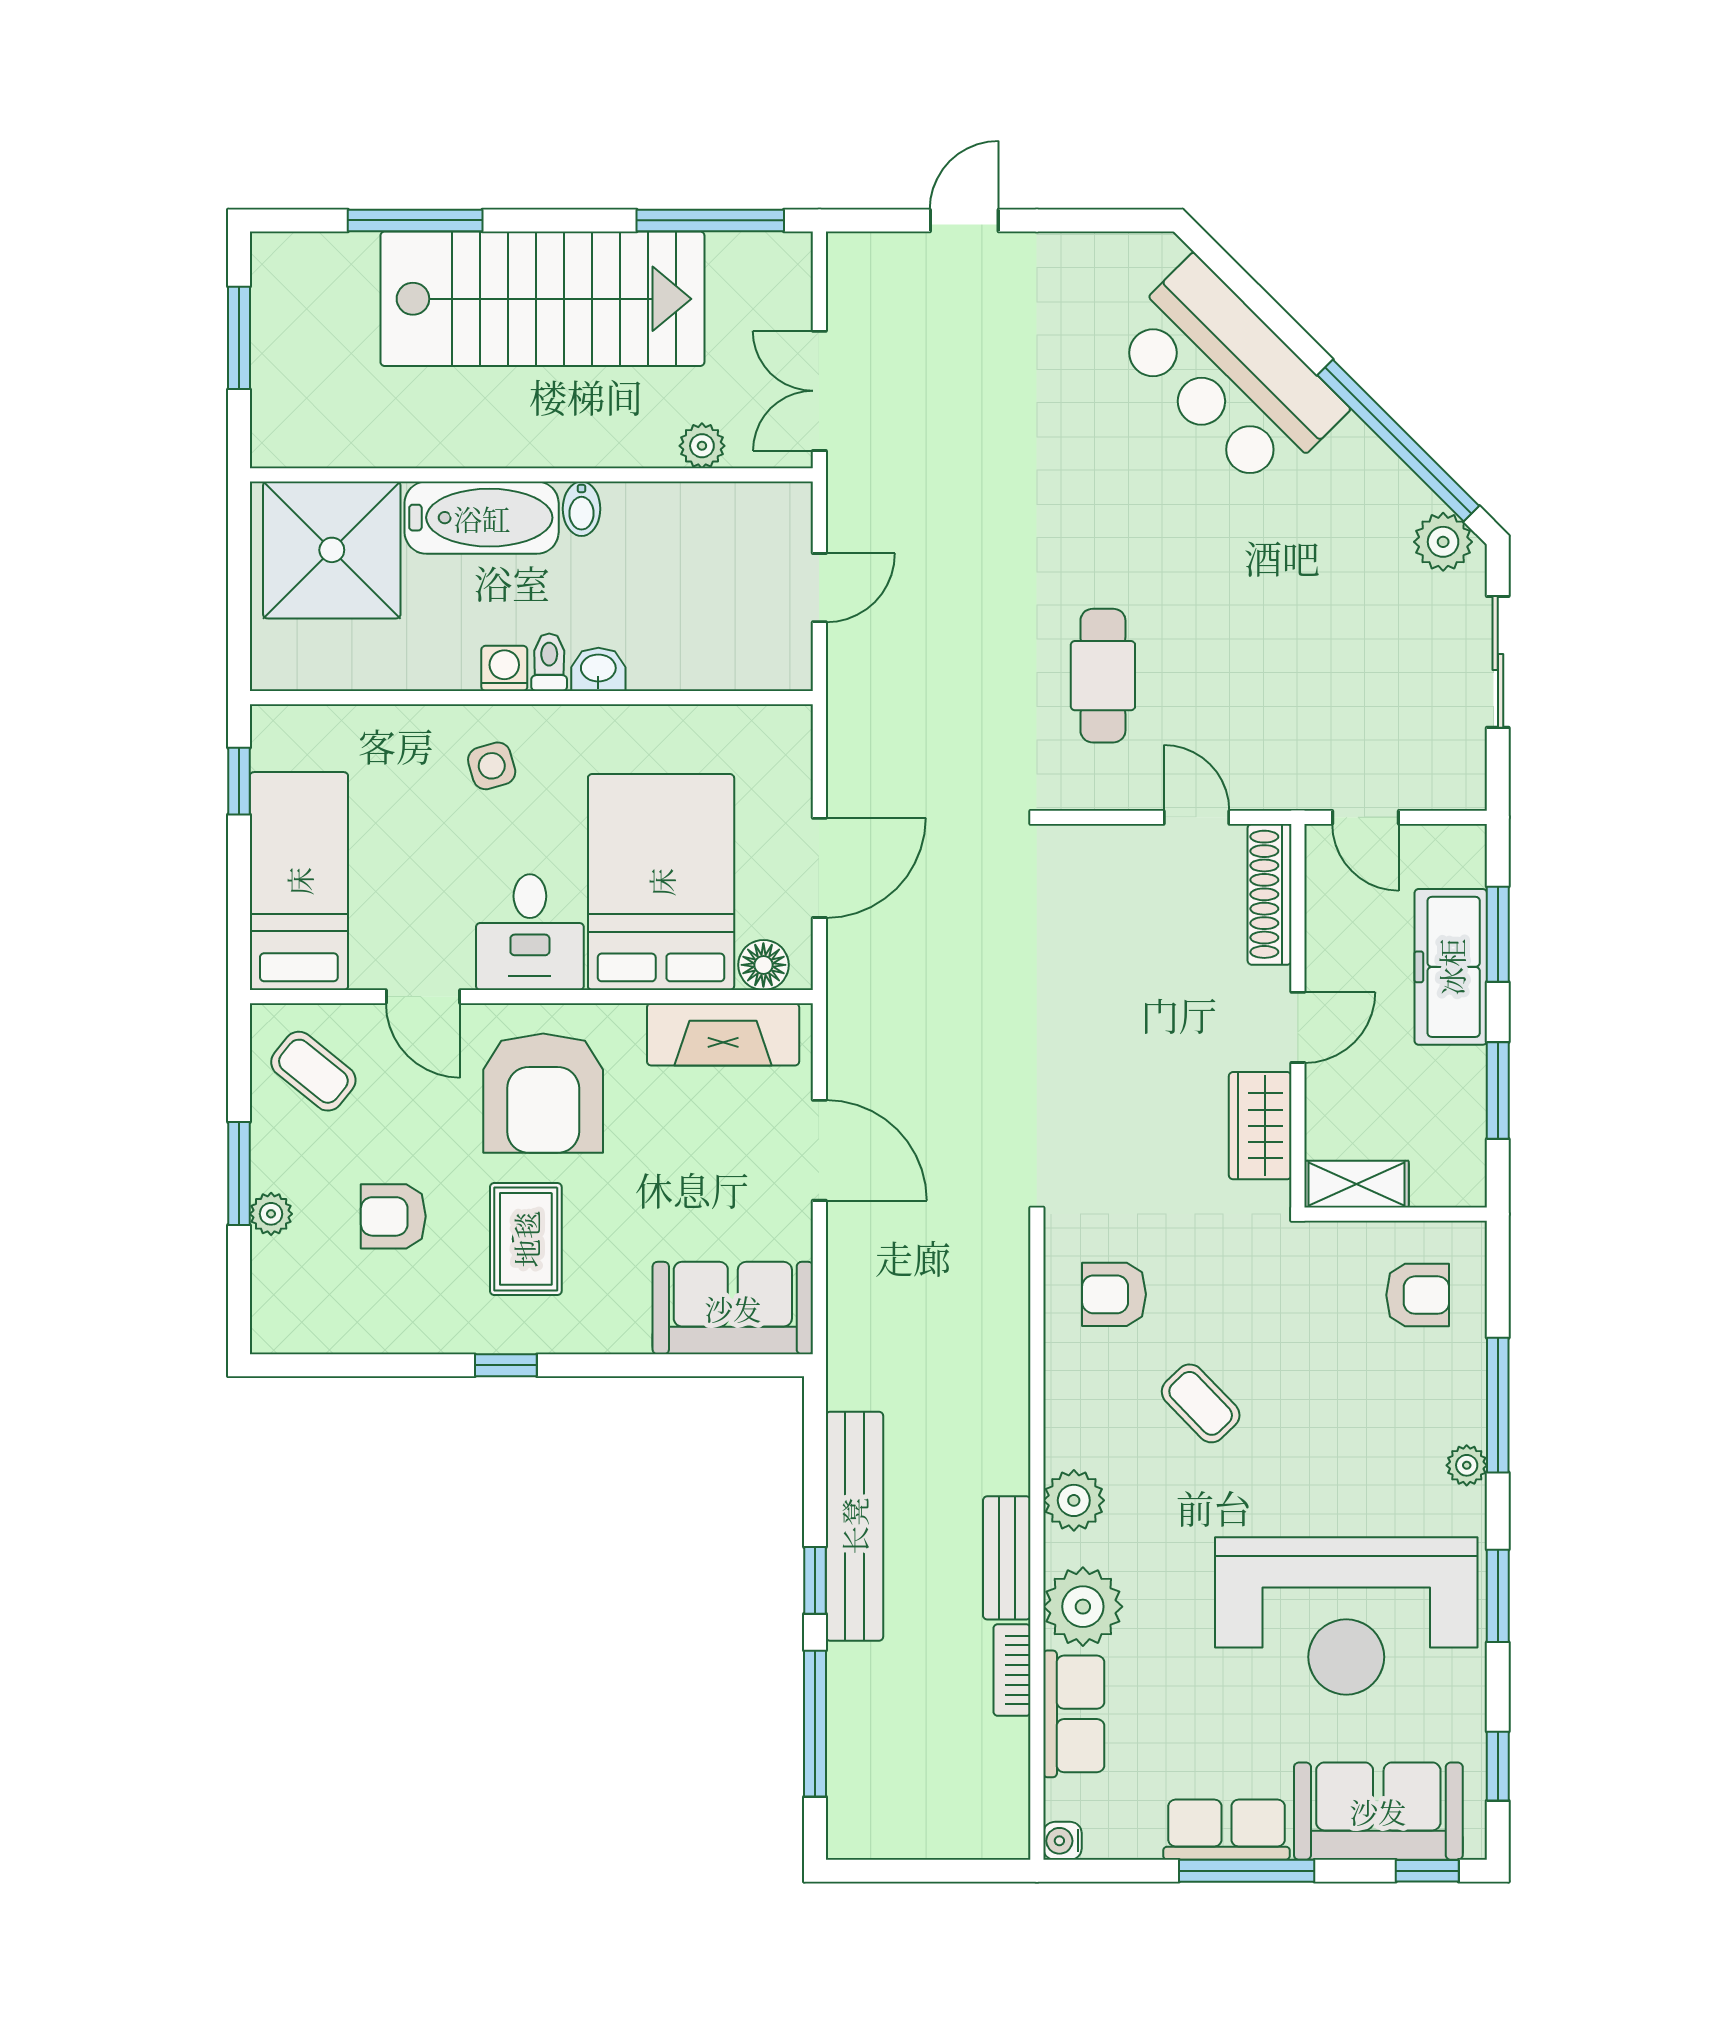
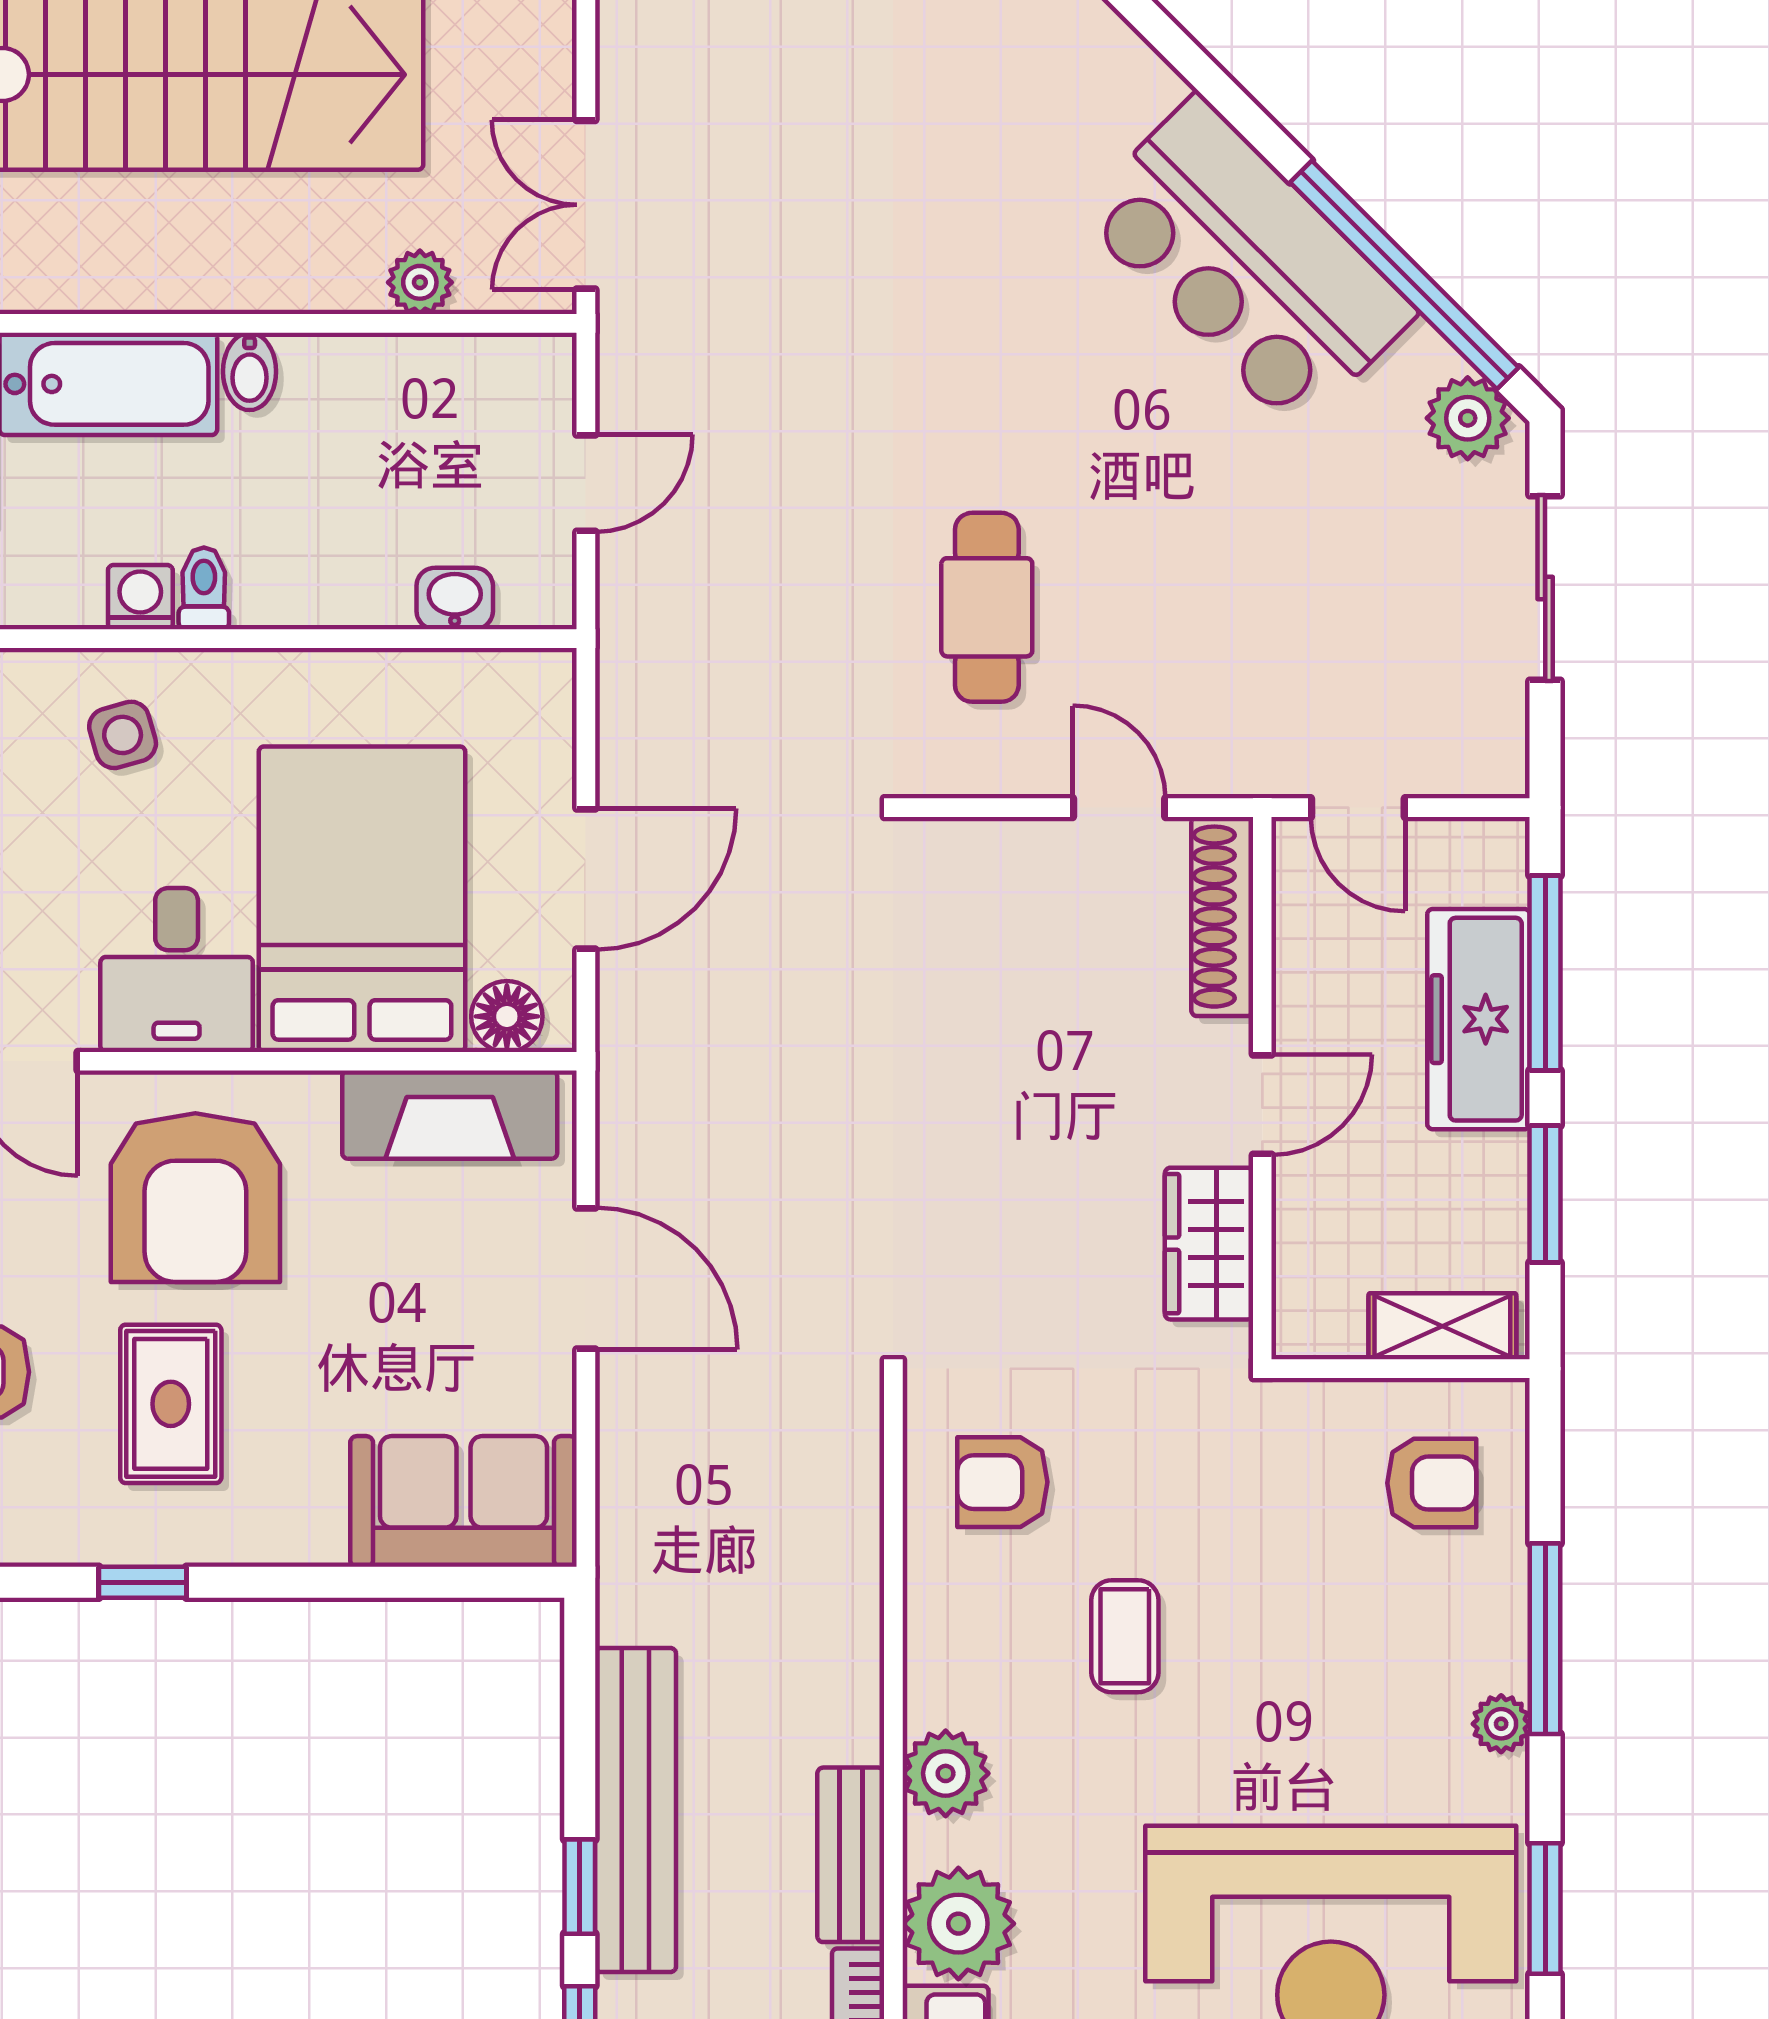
bar counter: (1229, 374) -> (1247, 263), moved
washbasin: (598, 669) -> (455, 598), moved
window: (1498, 934) -> (1545, 973), width x1.44
shelving: (1357, 1184) -> (1442, 1326), moved
coffee table: (1201, 1403) -> (1125, 1636), turned 44

